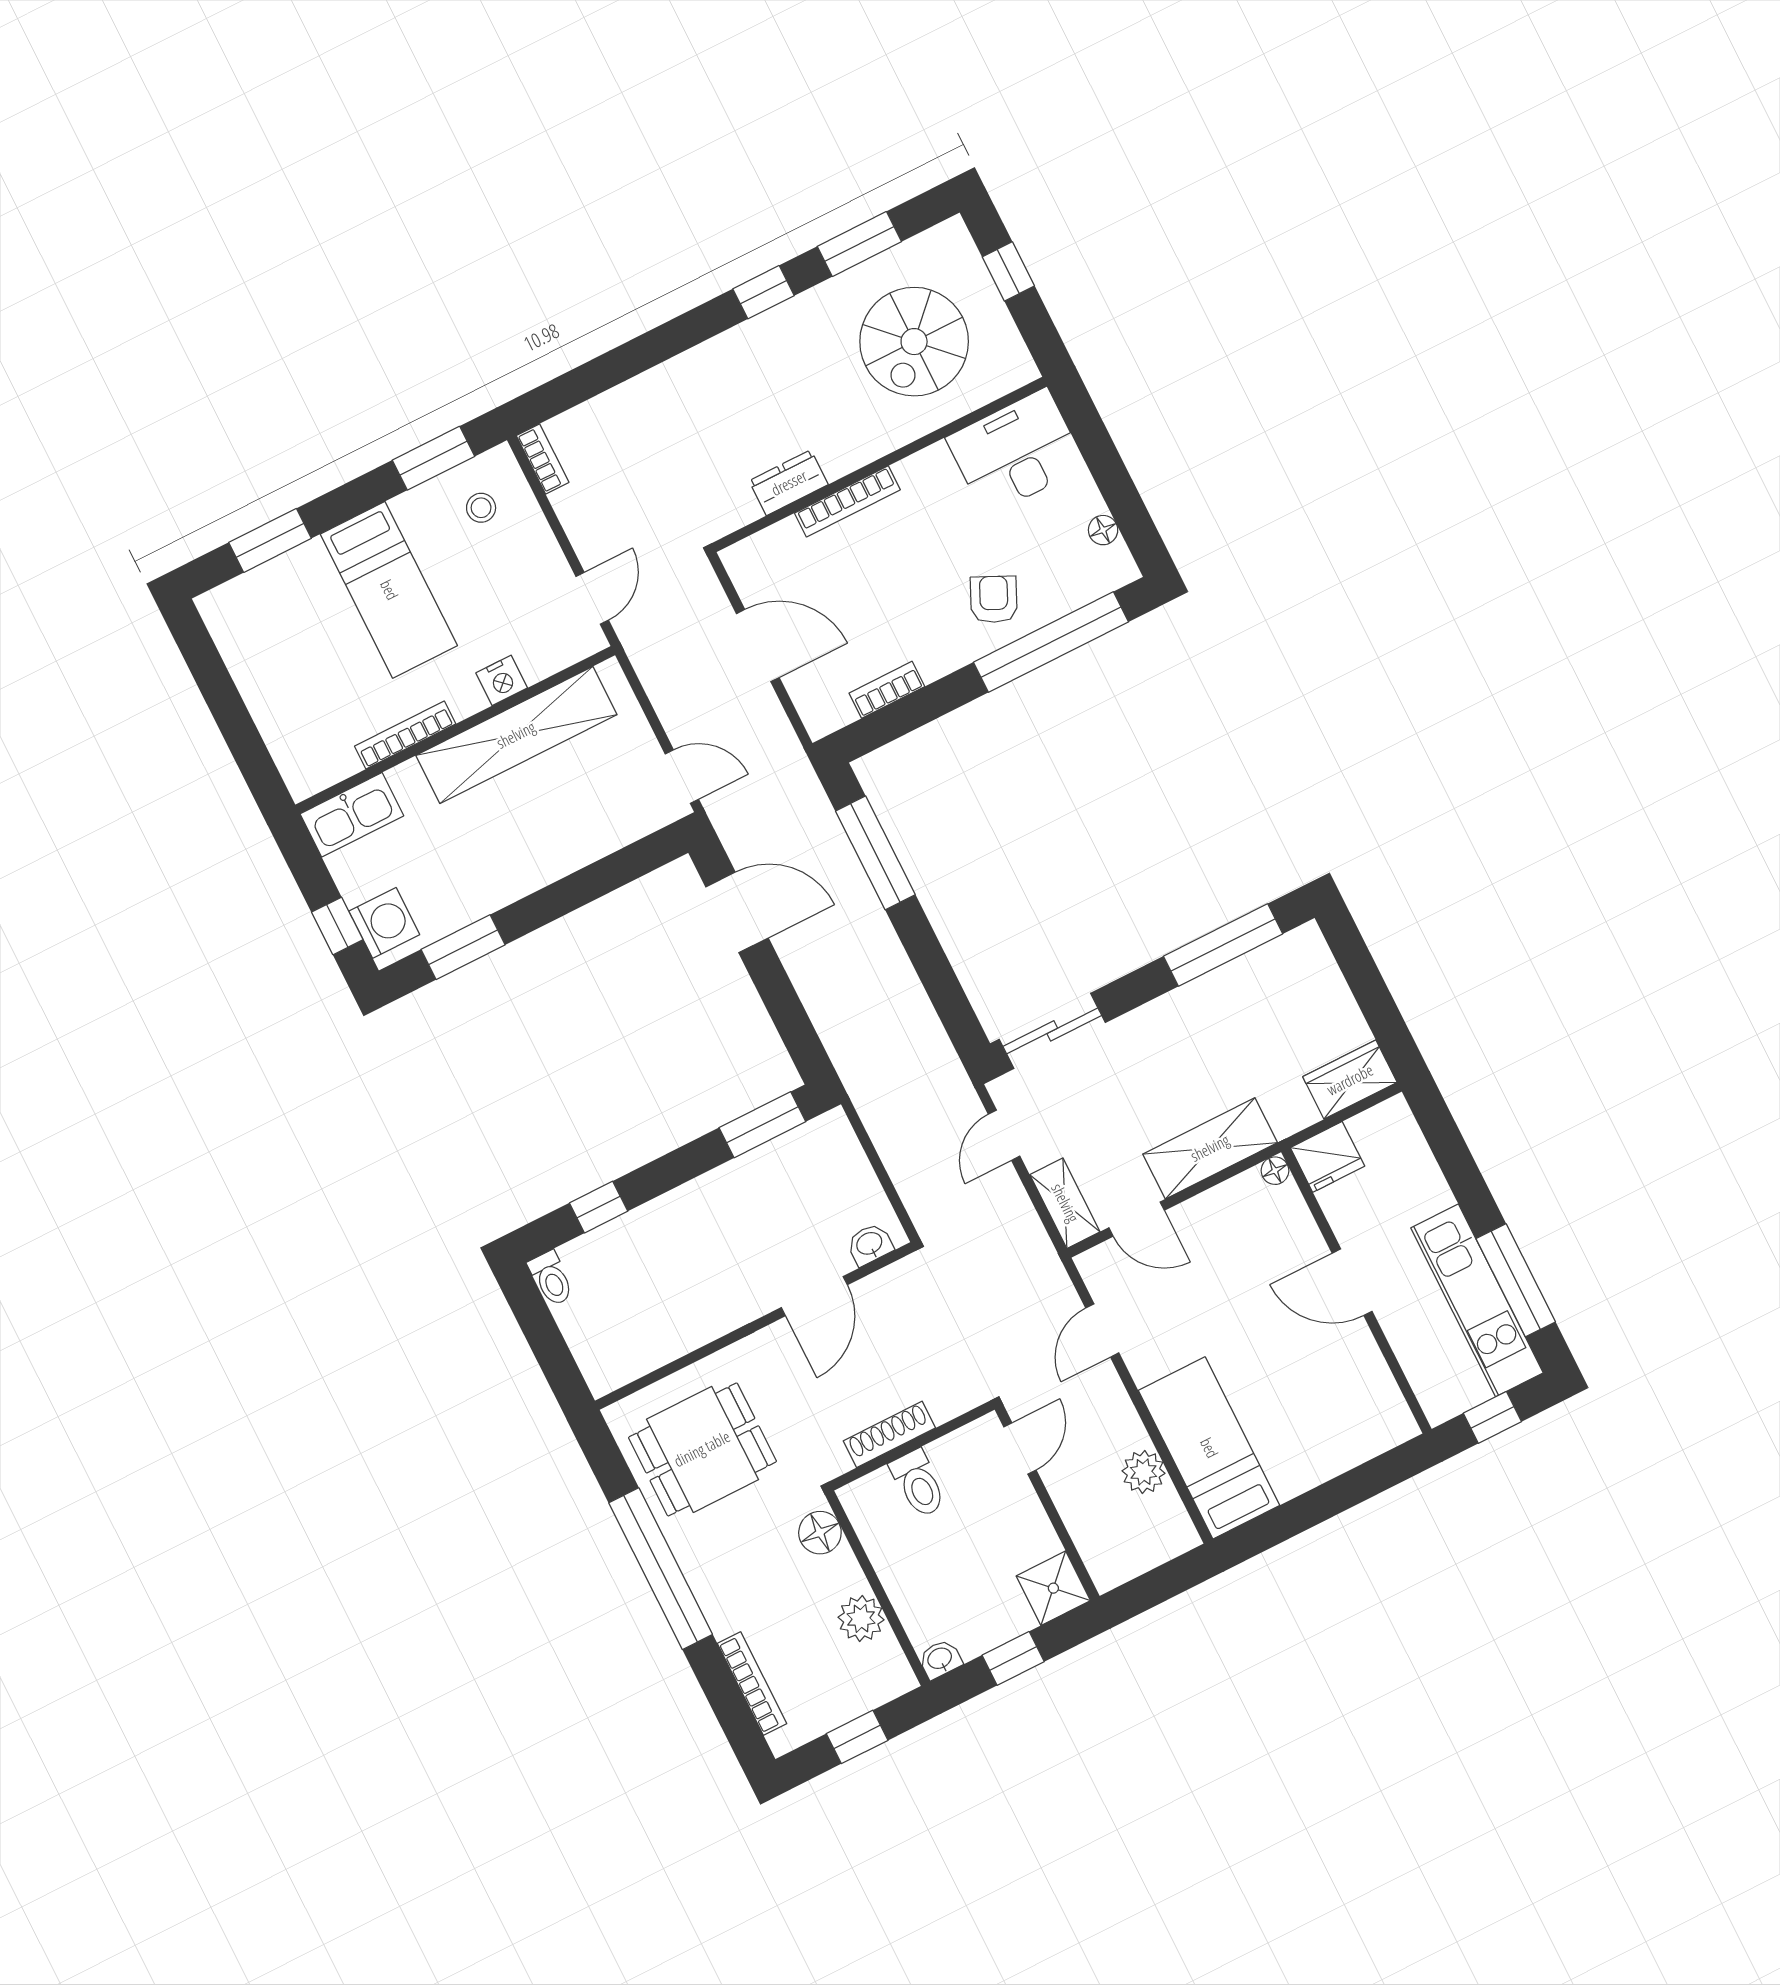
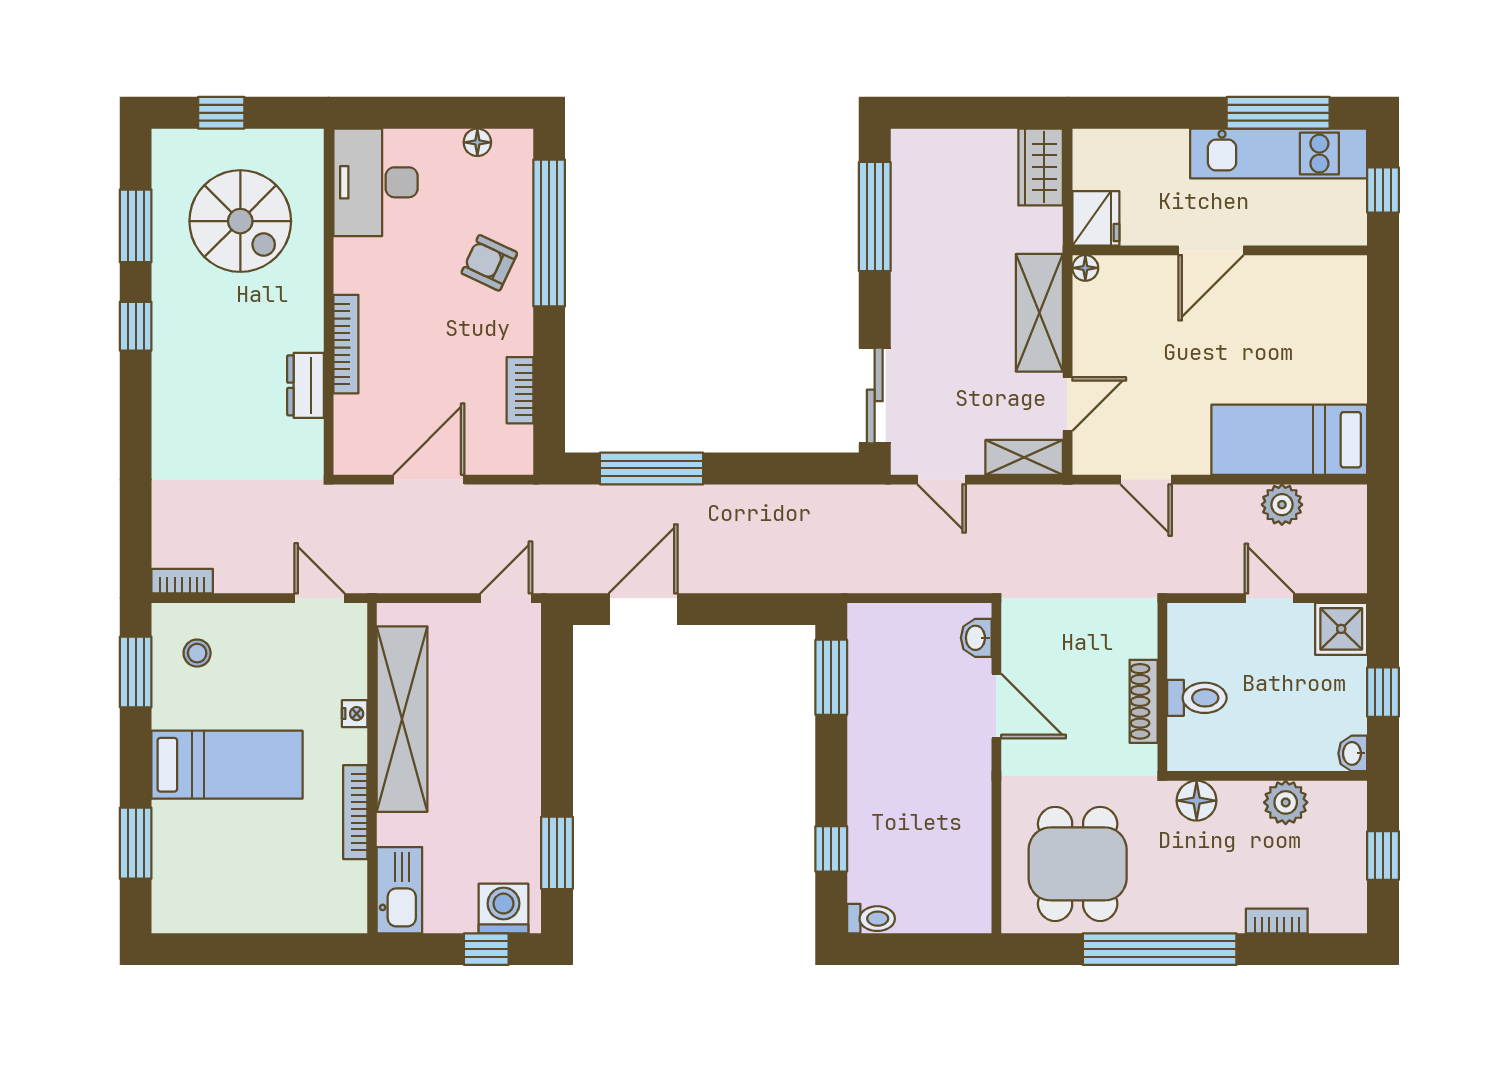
nightstand: (502, 680) -> (355, 714), width x0.72, depth x0.74
door: (1020, 1448) -> (1270, 598), moved
bookcase: (752, 1683) -> (1277, 921), width x0.64

